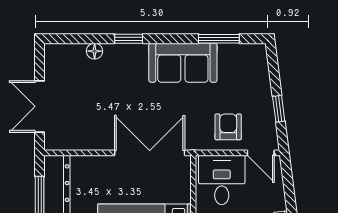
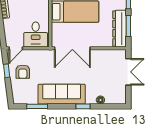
sofa: (183, 63) -> (62, 94), width x1.36
armchair: (228, 127) -> (23, 72), moved
door: (261, 153) -> (16, 48), swing flipped

